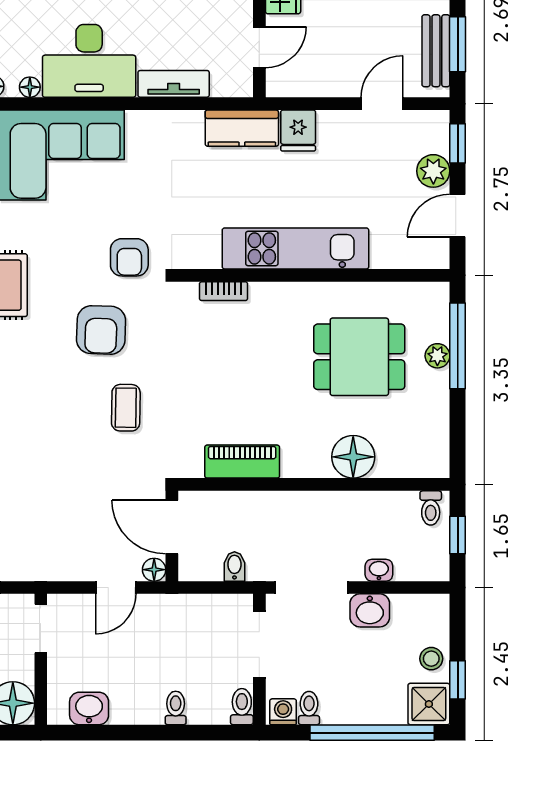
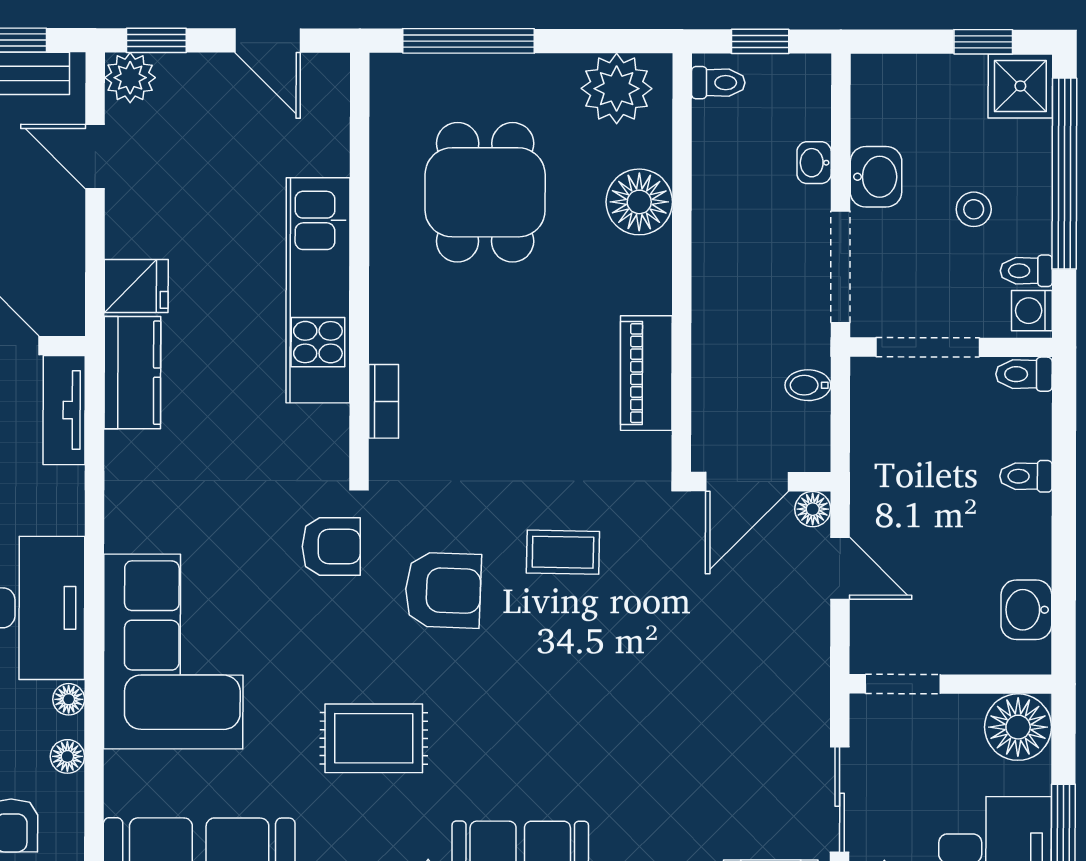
tv unit: (174, 84) -> (64, 410), moved
plant: (433, 171) -> (130, 78), moved
plant: (437, 356) -> (617, 89), moved, width x1.87, depth x1.87
stool: (431, 659) -> (974, 209), moved

